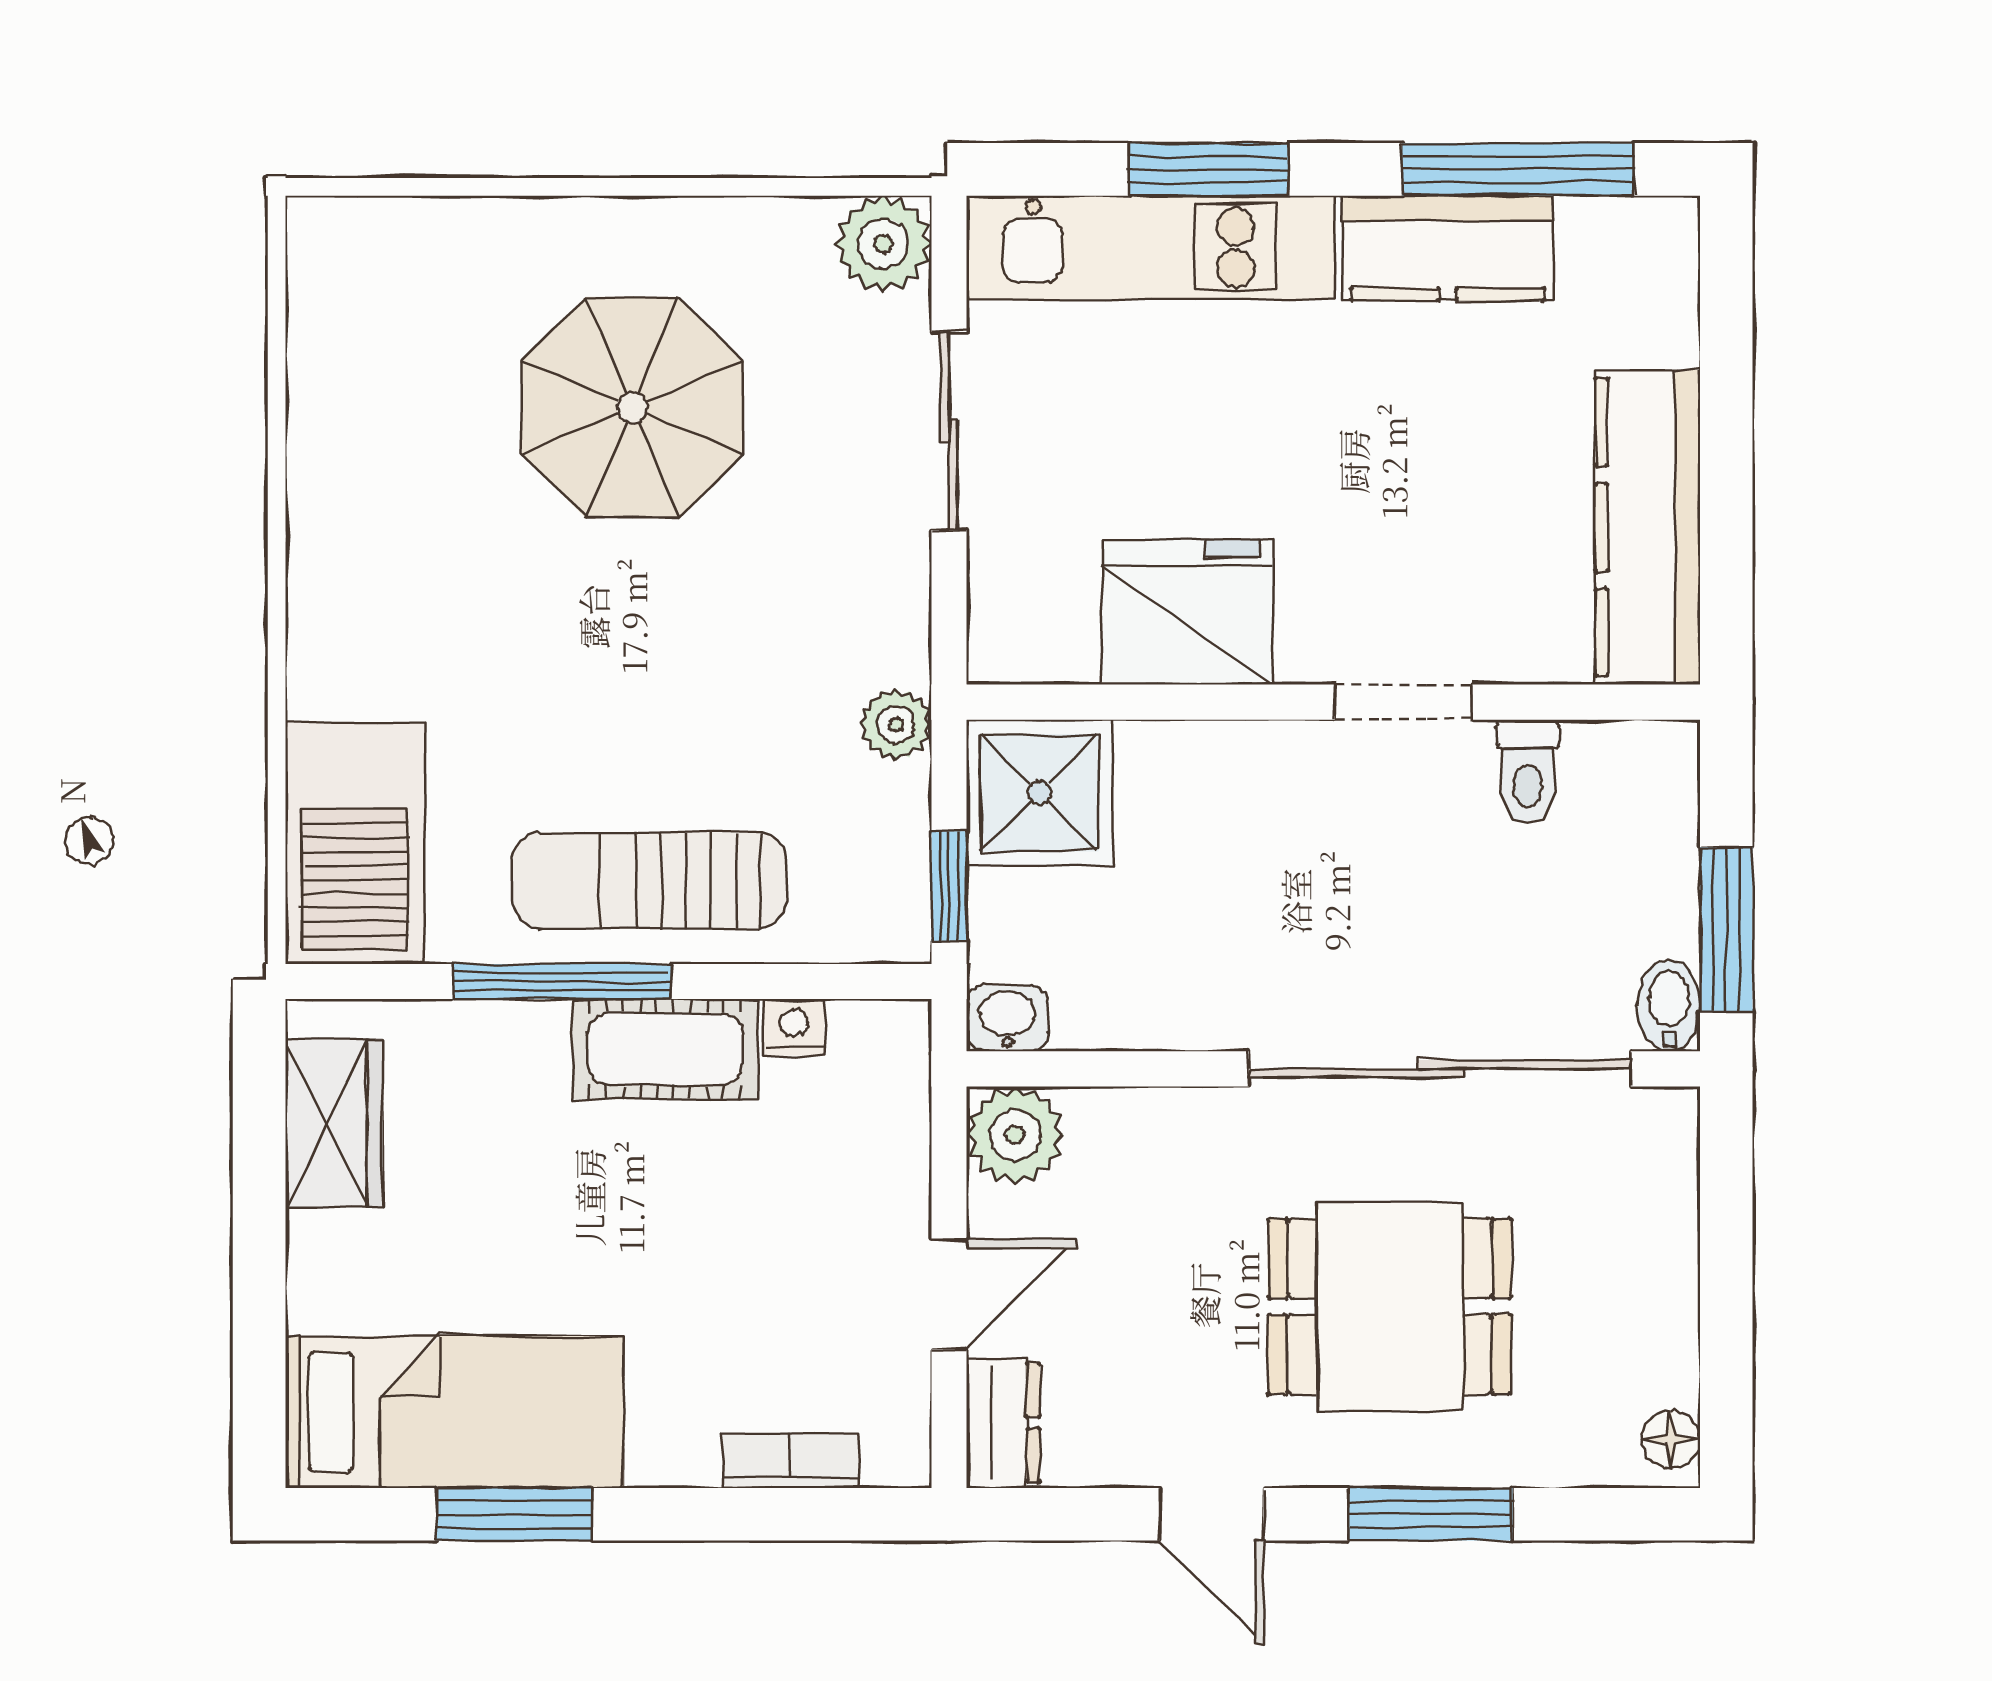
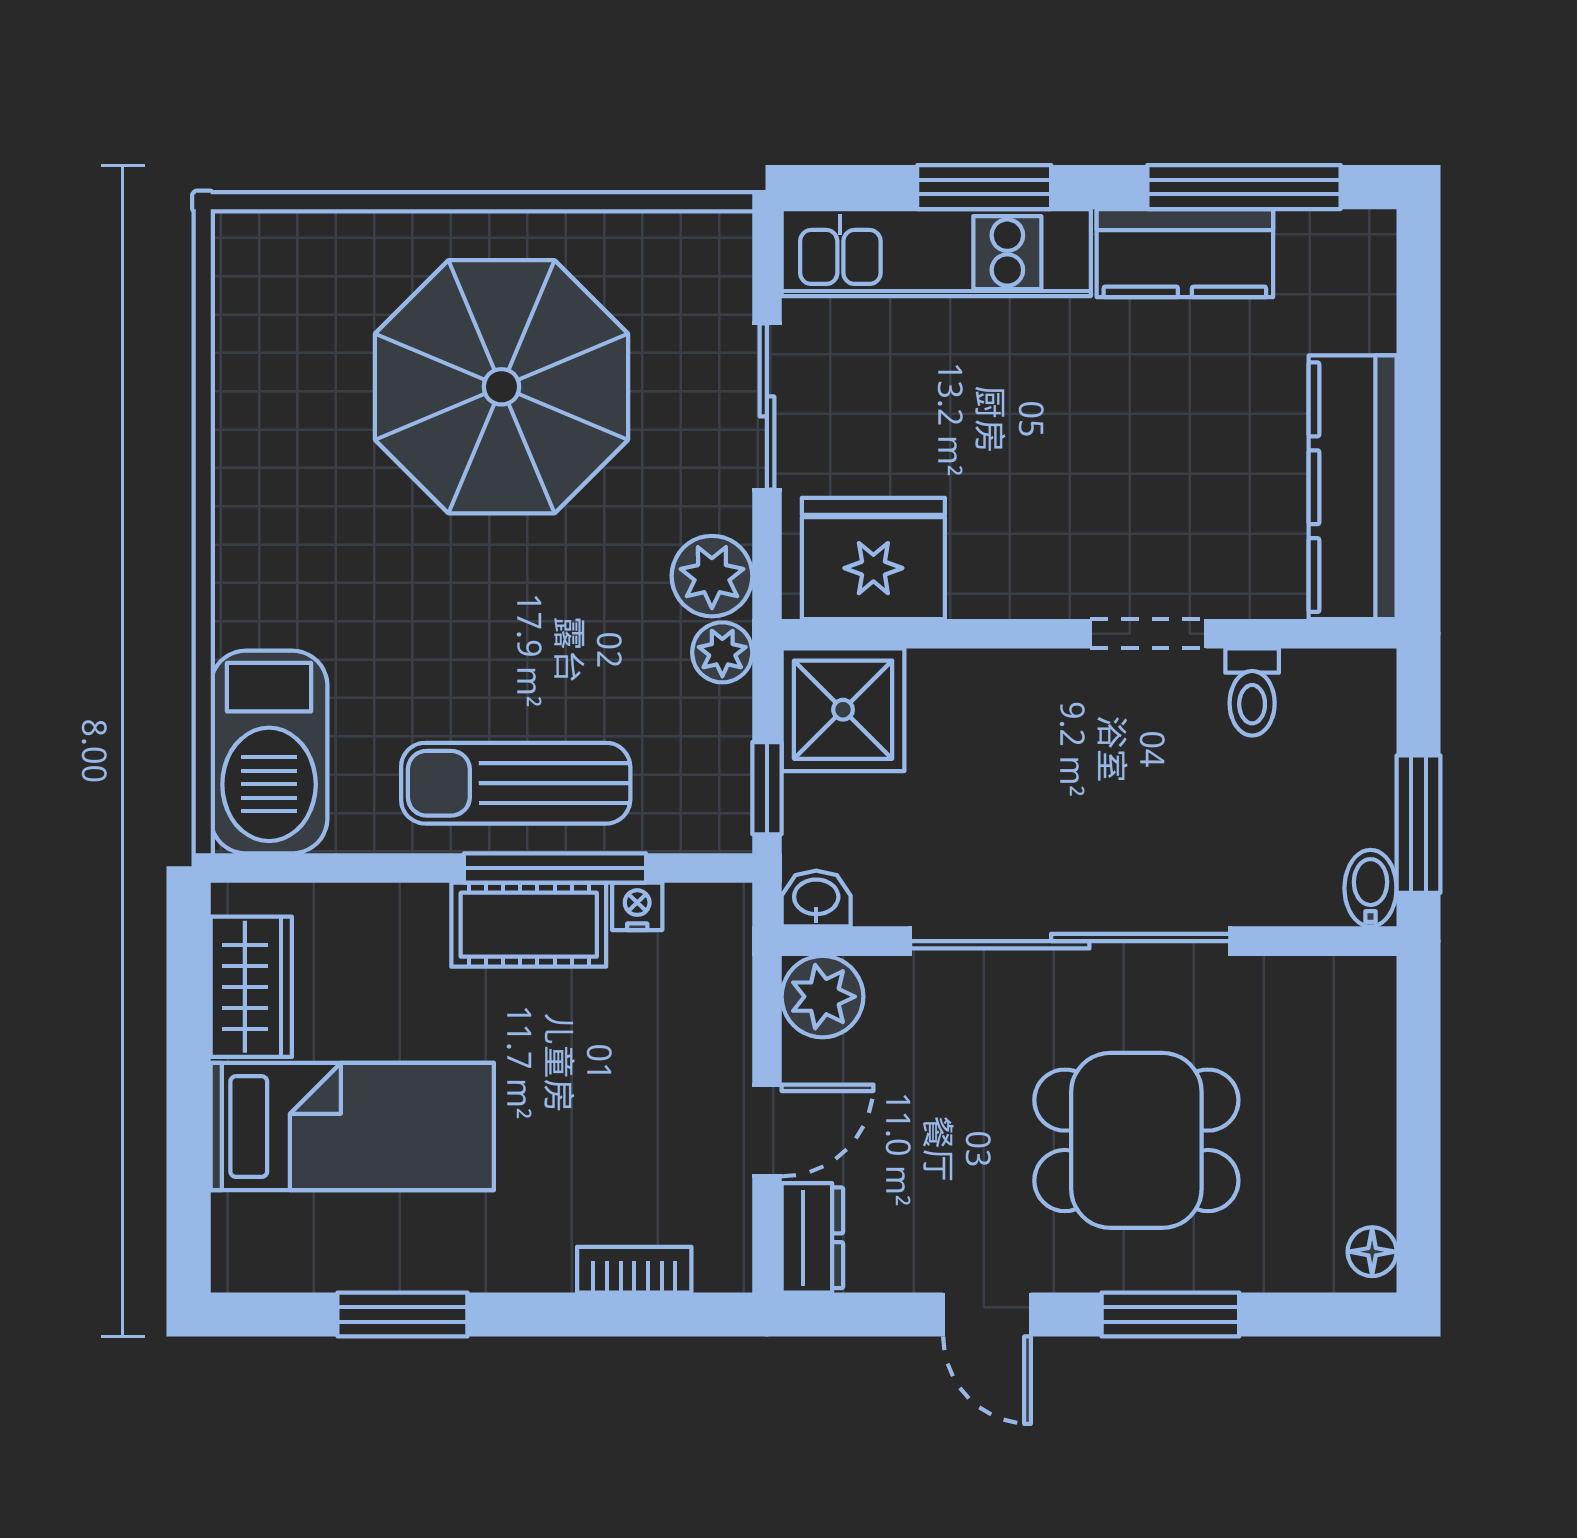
plant: (883, 244) -> (712, 576), moved
parasol: (632, 408) -> (502, 387), width x1.36, depth x1.36
fridge: (1187, 612) -> (873, 558), moved
window: (562, 982) -> (555, 868), moved
sliding door: (1440, 1069) -> (1070, 941), moved
bed: (454, 1412) -> (352, 1127), moved

